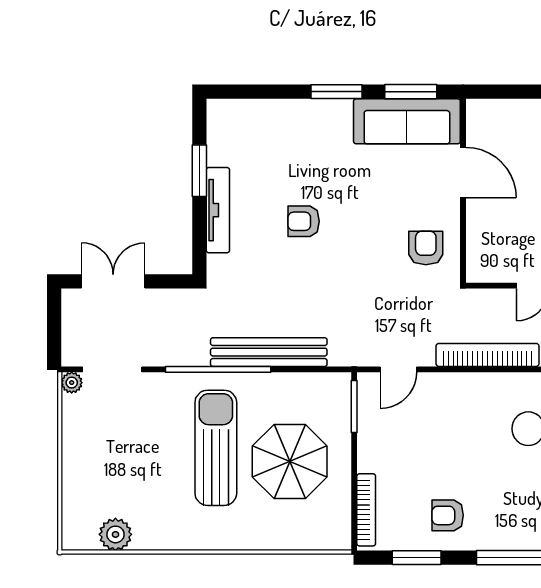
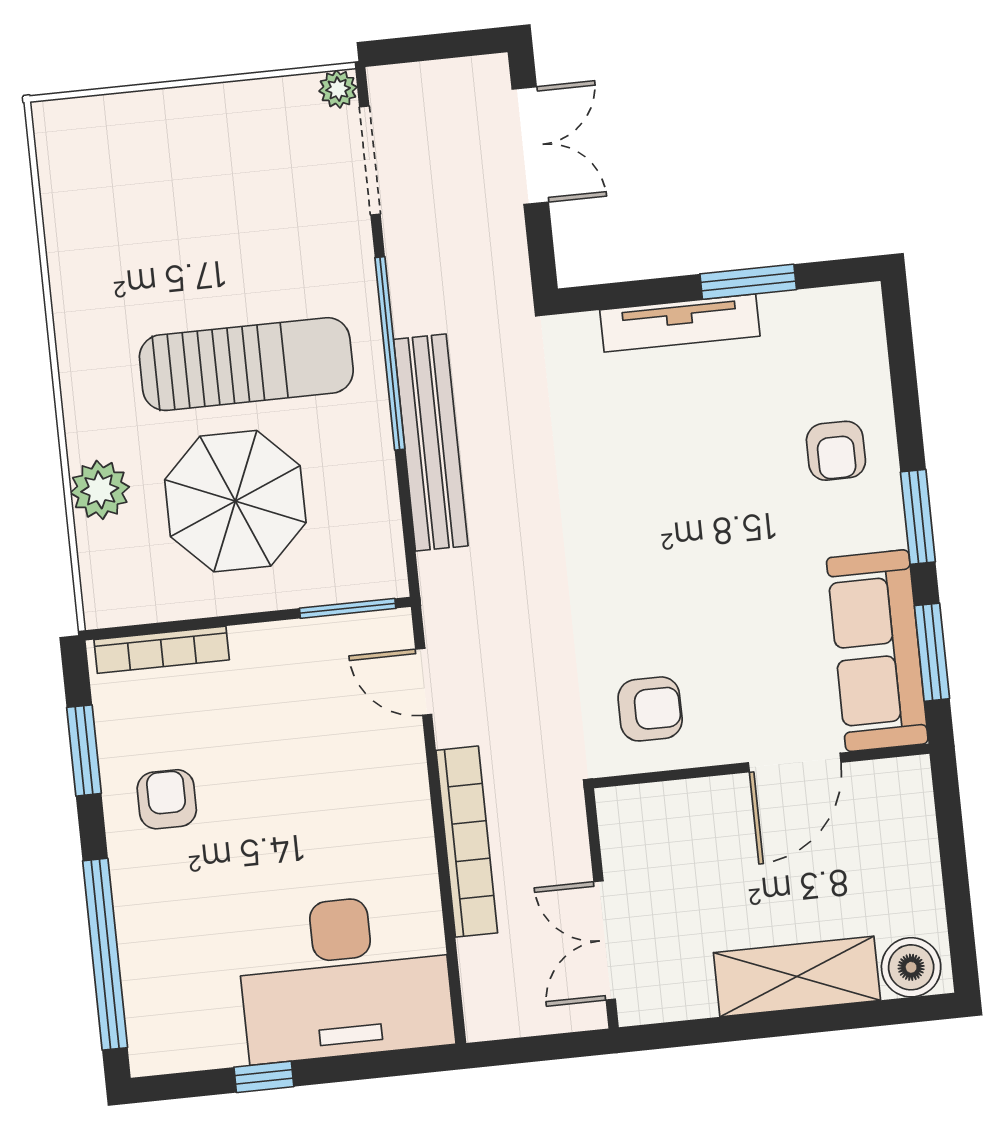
armchair: (304, 221) -> (836, 451), moved, turned 180
plant: (115, 534) -> (100, 490), moved

